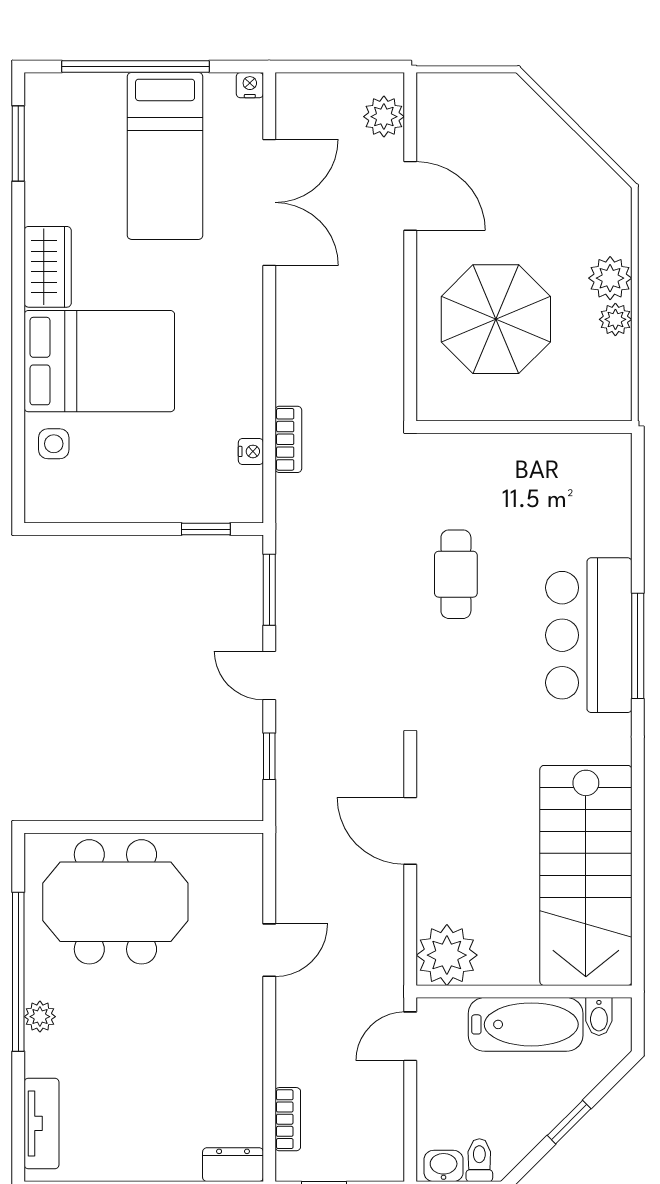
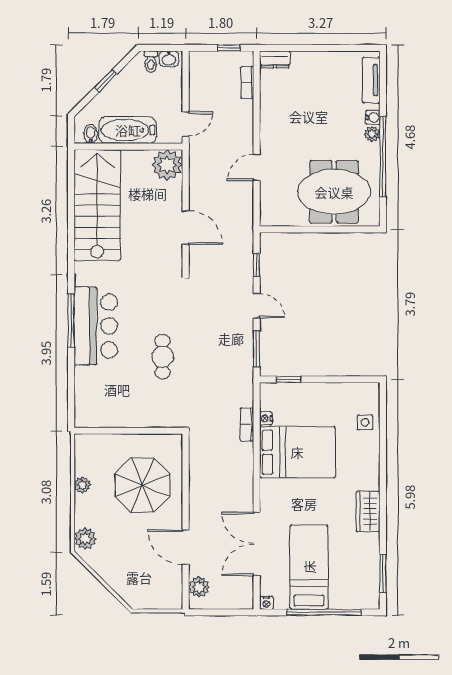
plant: (610, 278) -> (85, 539), moved
bed: (99, 361) -> (297, 452), moved, turned 180
water cooler: (38, 1049) -> (373, 117), added

